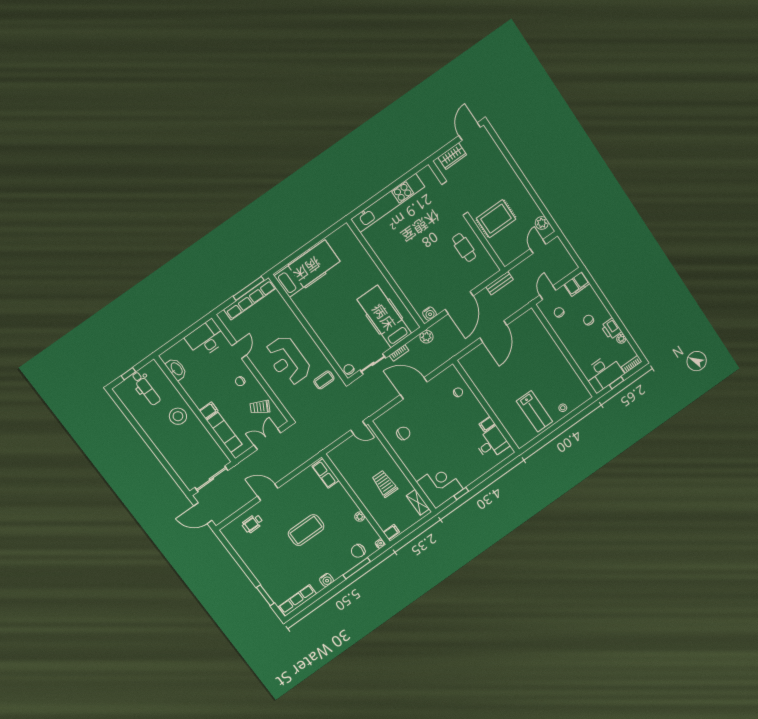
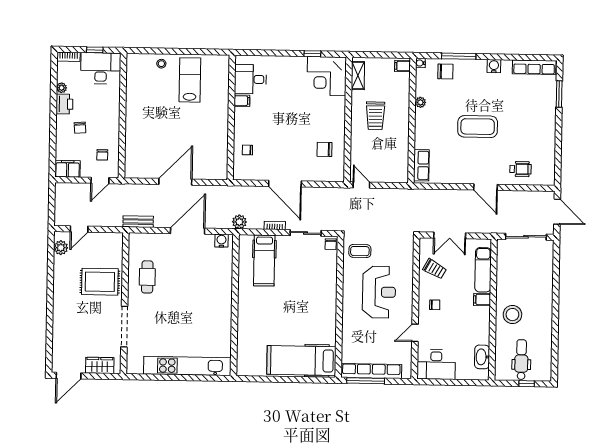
hospital bed: (384, 317) -> (264, 260), width x0.73, depth x0.78

